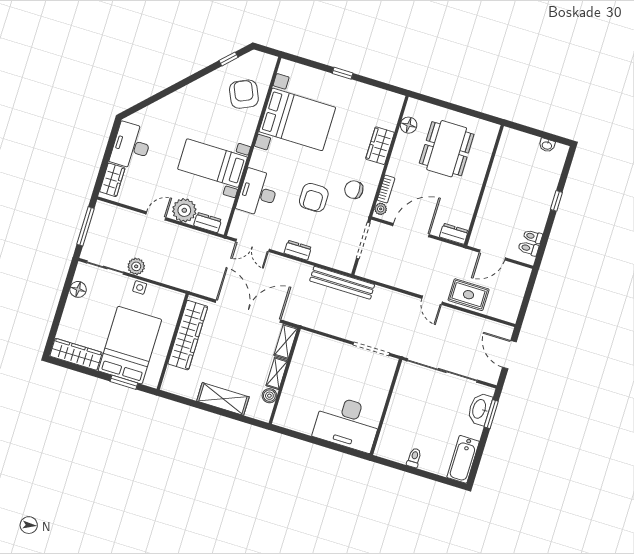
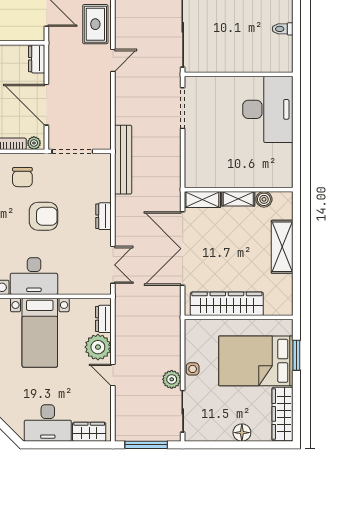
desk: (258, 193) -> (34, 276), moved
floor lamp: (78, 289) -> (242, 433), moved

